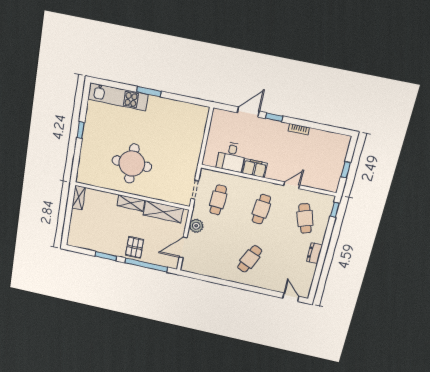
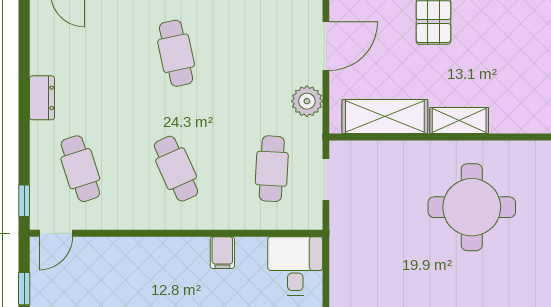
desk: (231, 157) -> (295, 266), moved
filing cabinet: (255, 168) -> (222, 253), width x0.50
door: (292, 185) -> (56, 233), moved
cafe table: (261, 209) -> (176, 169), turned -30
cafe table: (250, 259) -> (176, 53), turned -36

